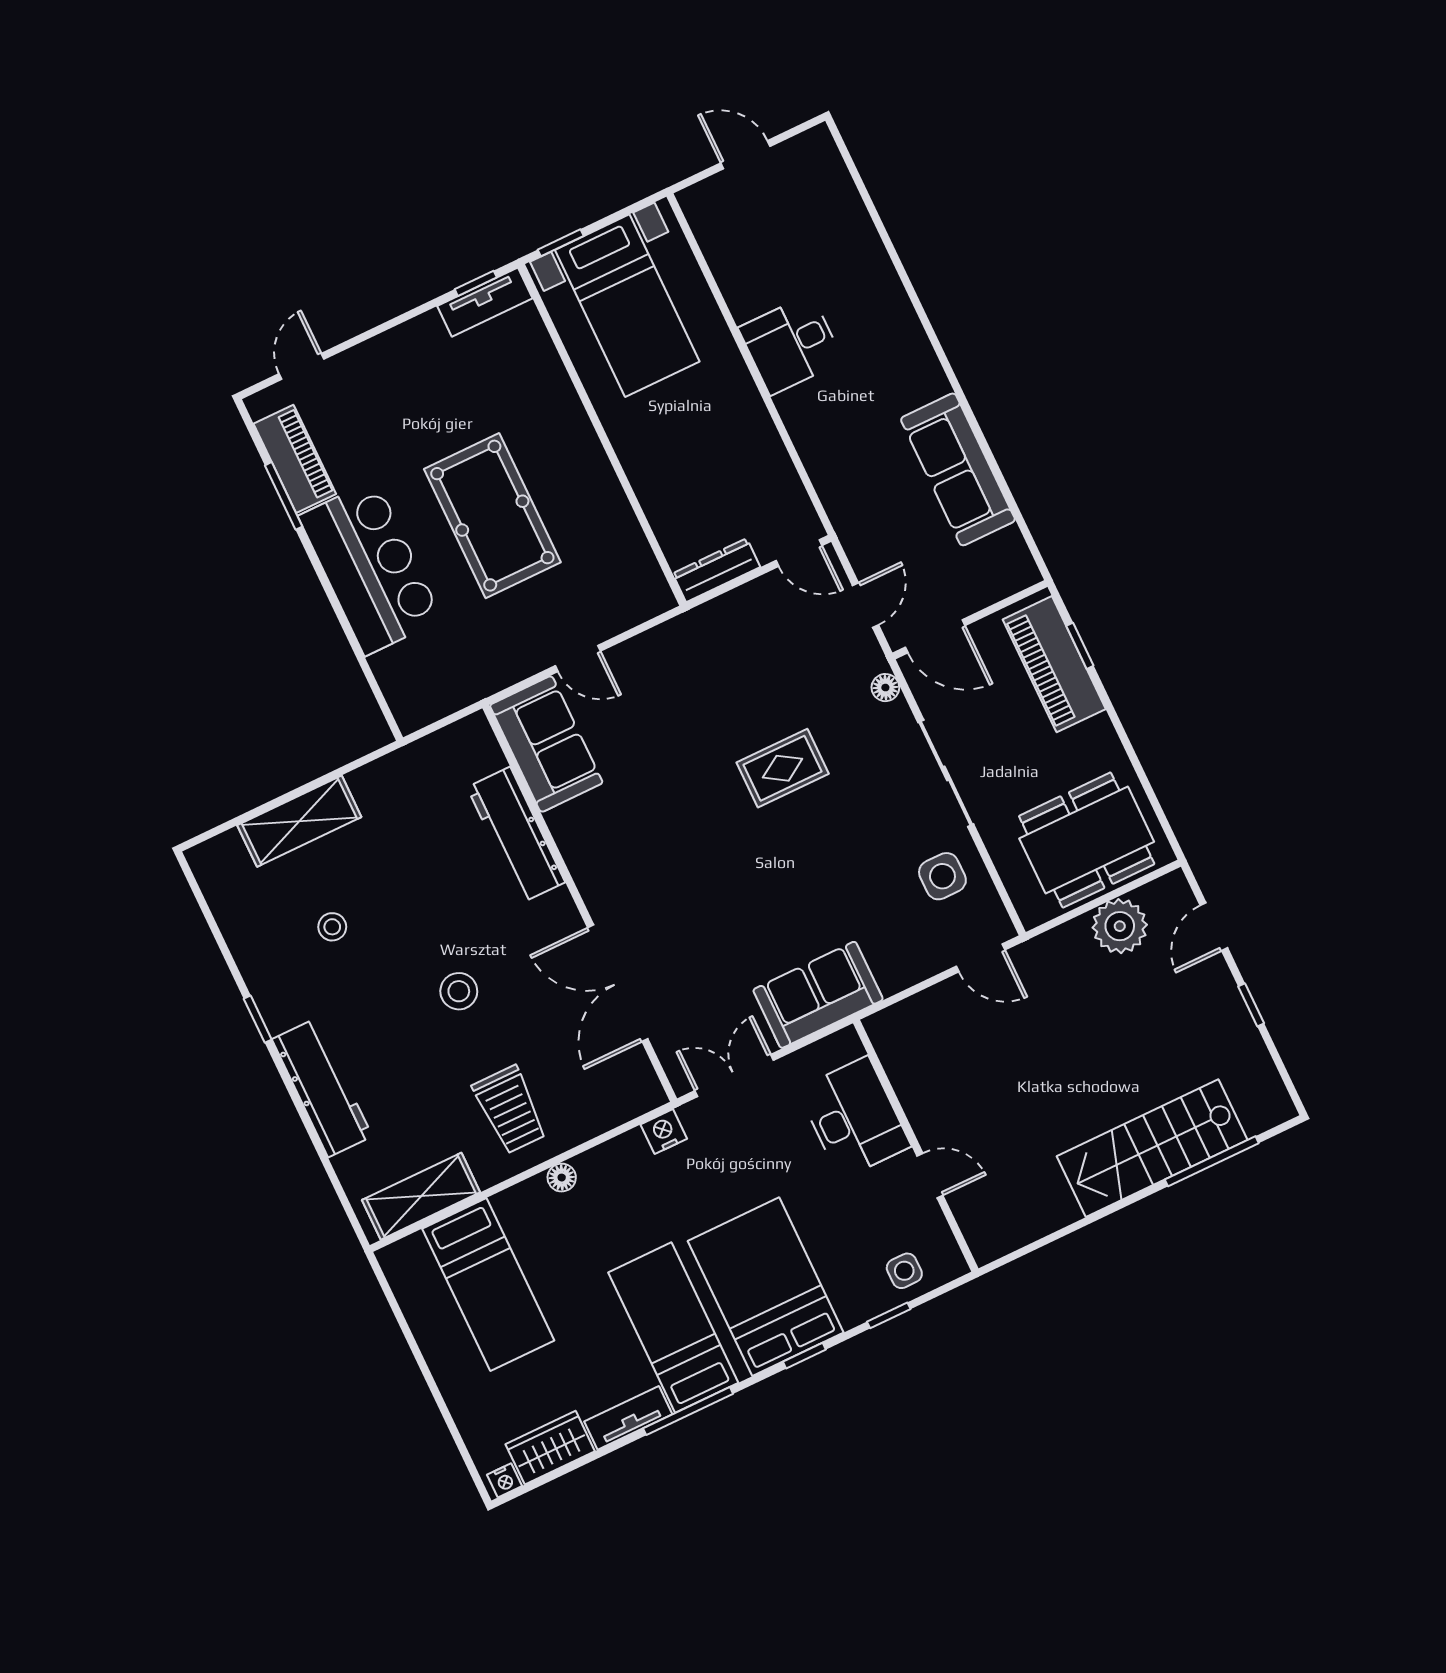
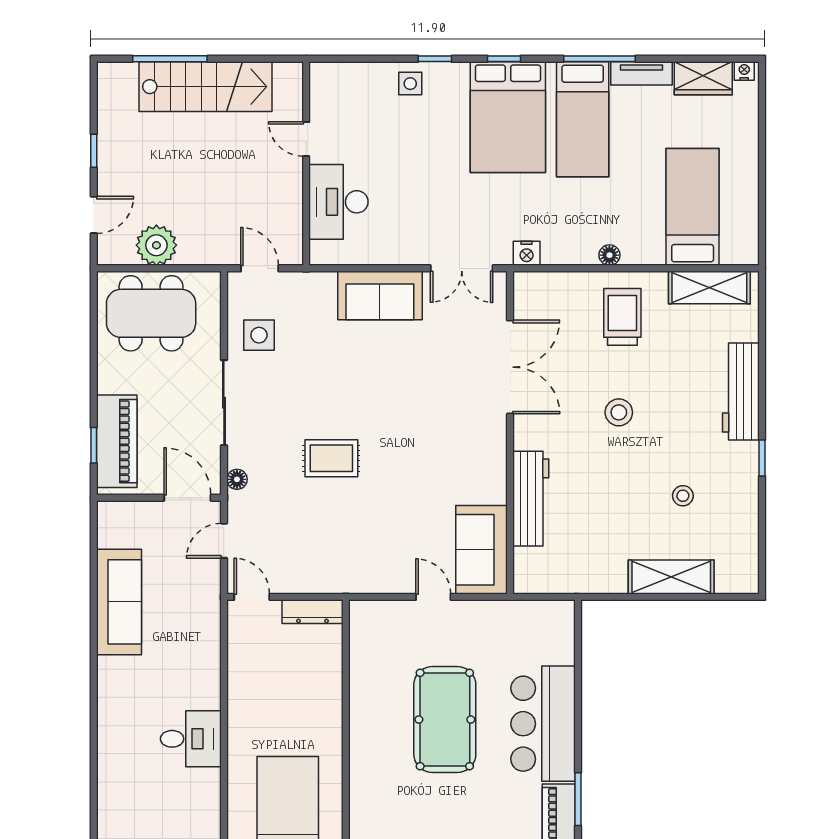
desk: (854, 1118) -> (338, 202), moved
wall: (916, 1146) -> (306, 164), moved
door: (930, 1176) -> (306, 139), moved

